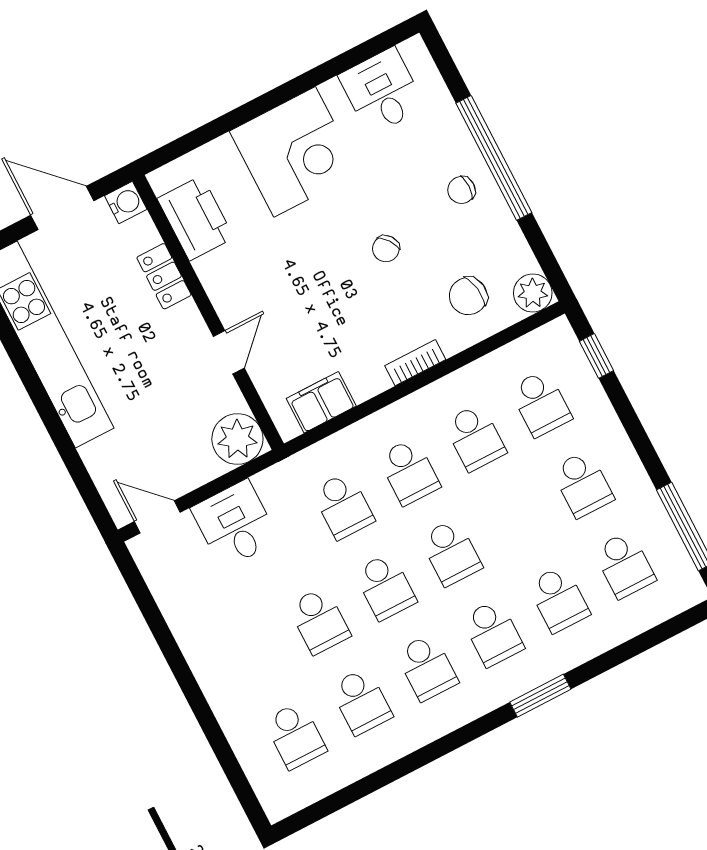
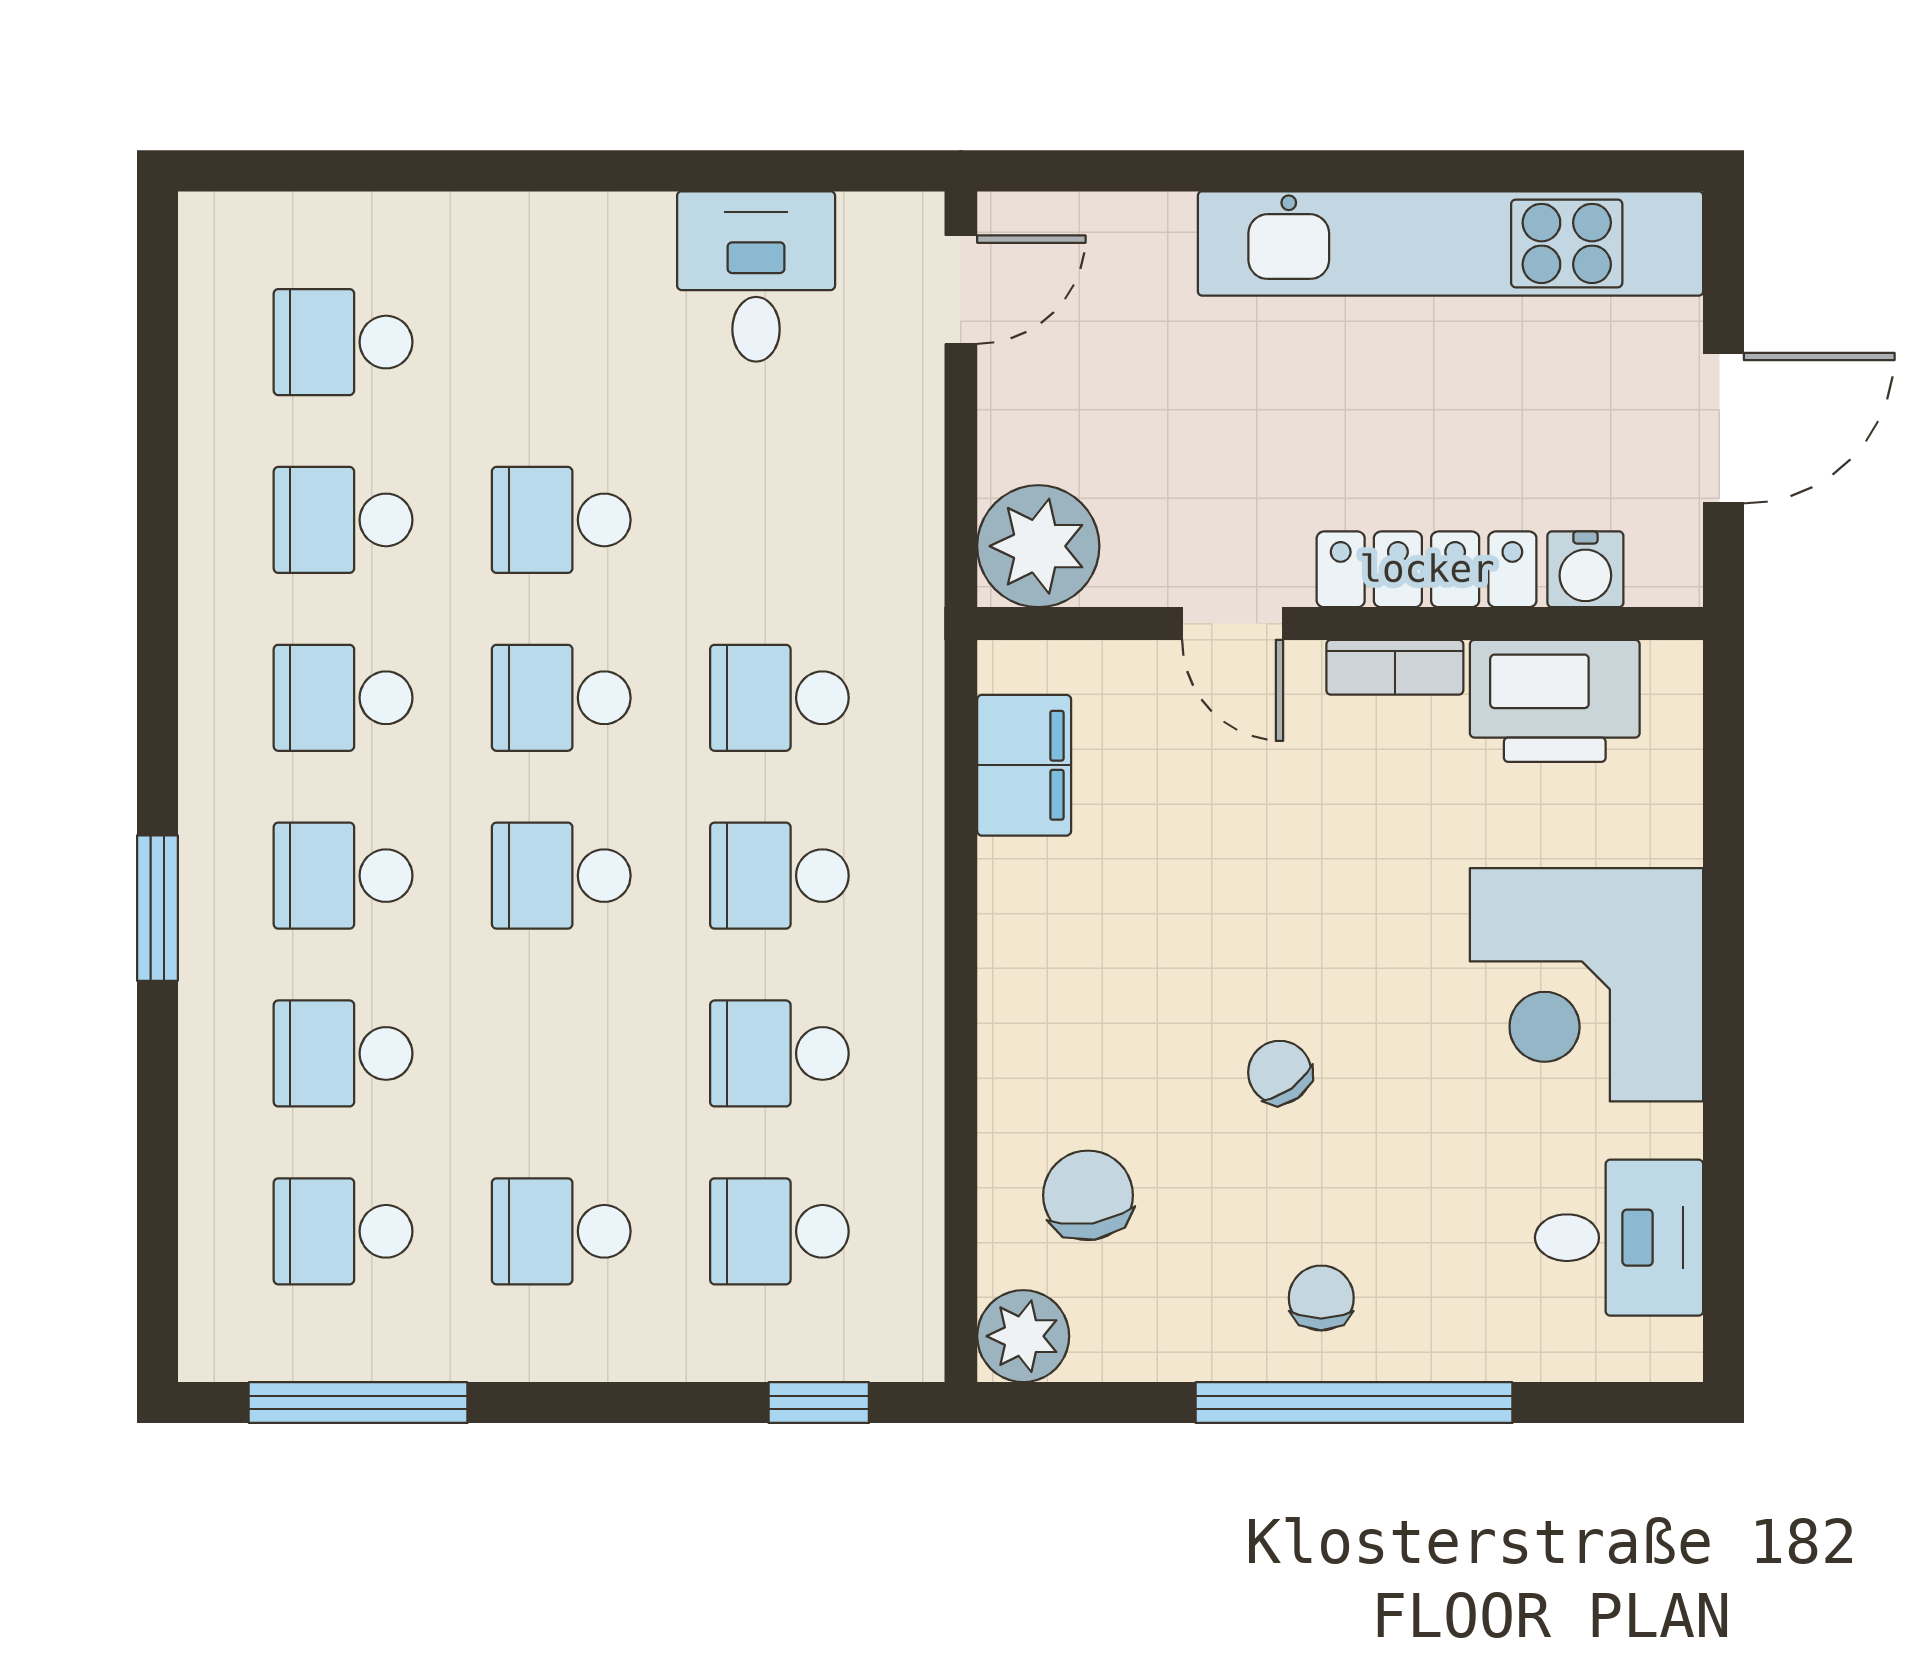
water cooler: (126, 202) -> (1585, 569), moved
locker: (164, 276) -> (1427, 569), width x1.53
bookcase: (415, 363) -> (1395, 667), moved, turned 90
desk: (235, 524) -> (756, 276), moved, turned -90

